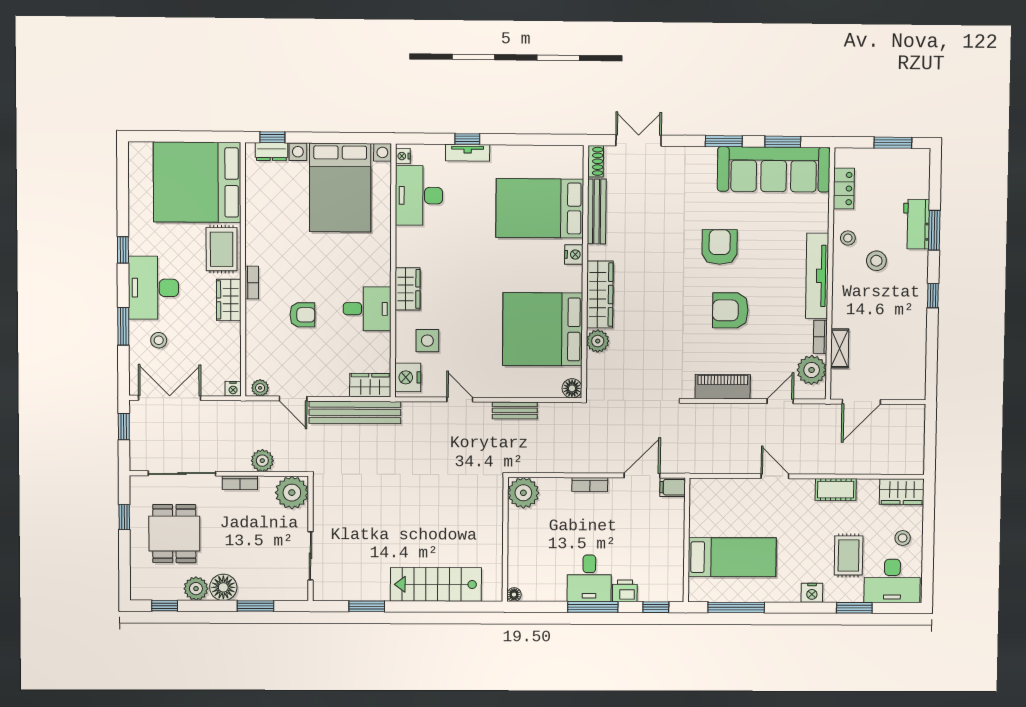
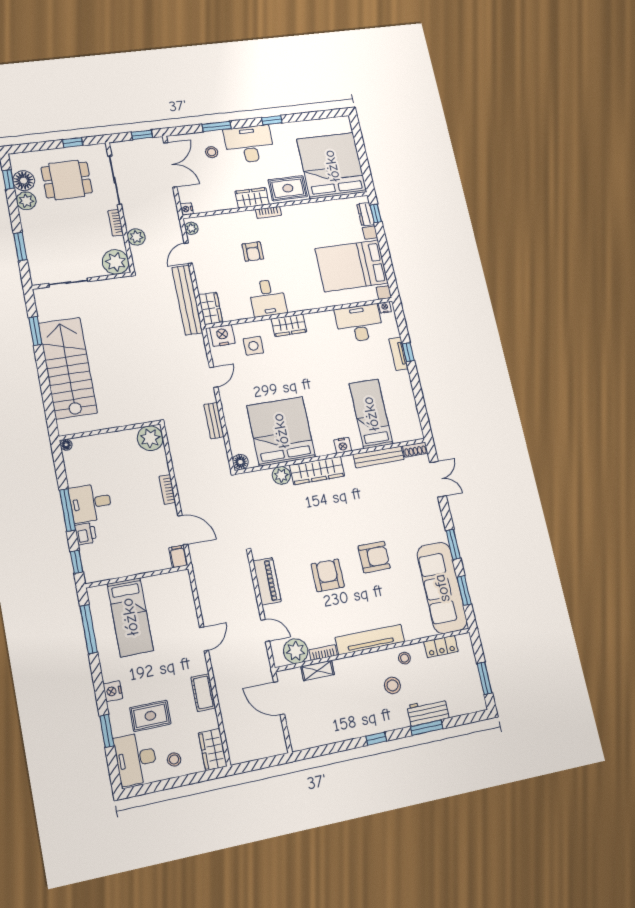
bed: (540, 208) -> (371, 414), width x0.67
stairs: (436, 584) -> (68, 368), width x1.36, depth x1.51
floor lamp: (223, 587) -> (24, 181), moved

